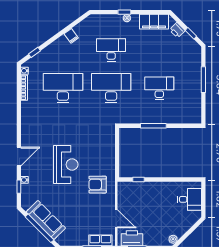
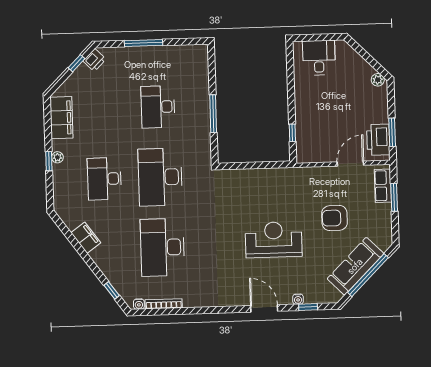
printer: (177, 30) -> (94, 60), moved
filing cabinet: (71, 36) -> (86, 238), width x2.00
armchair: (98, 185) -> (335, 218), moved, turned 90

